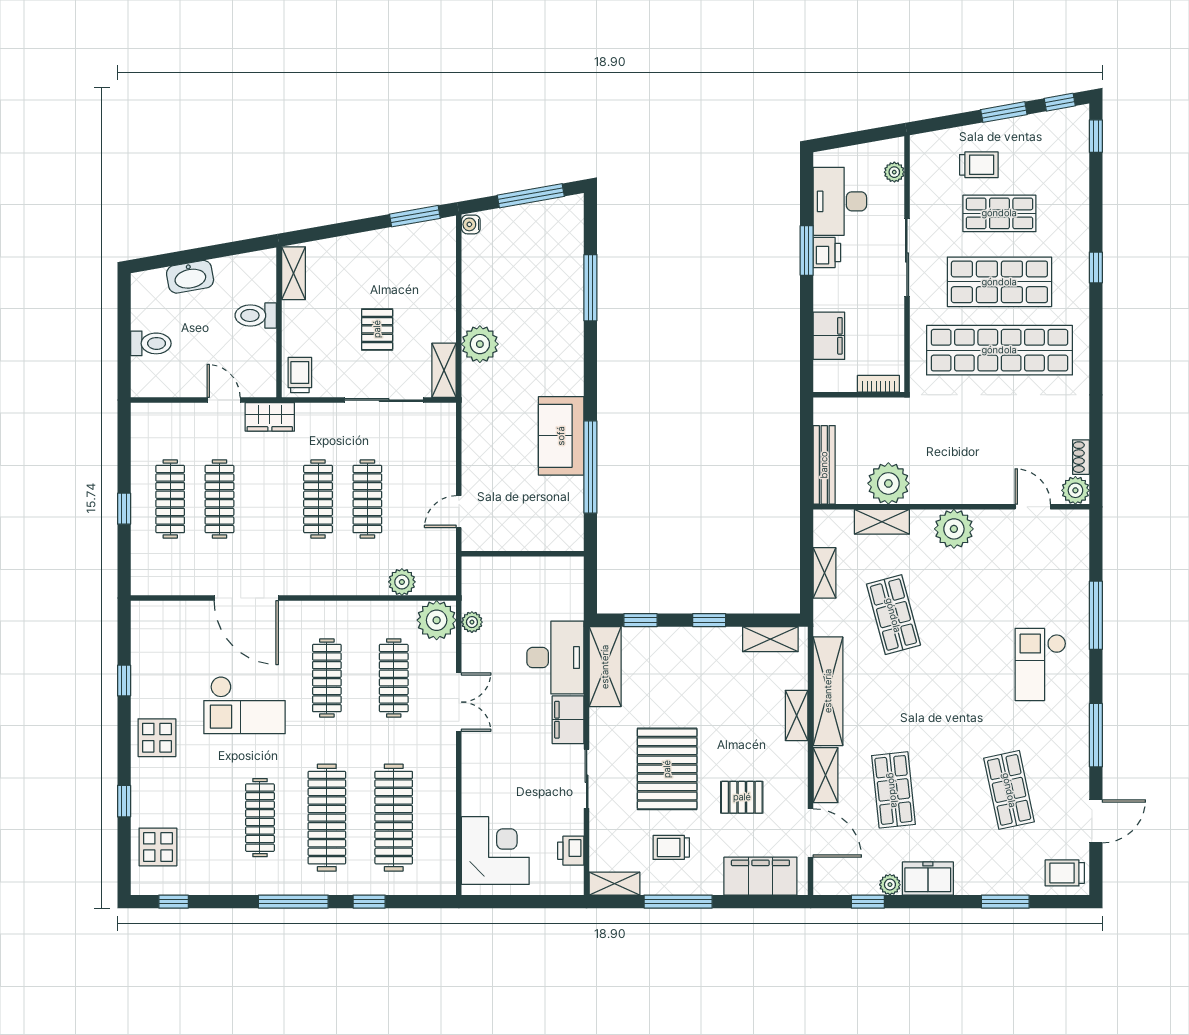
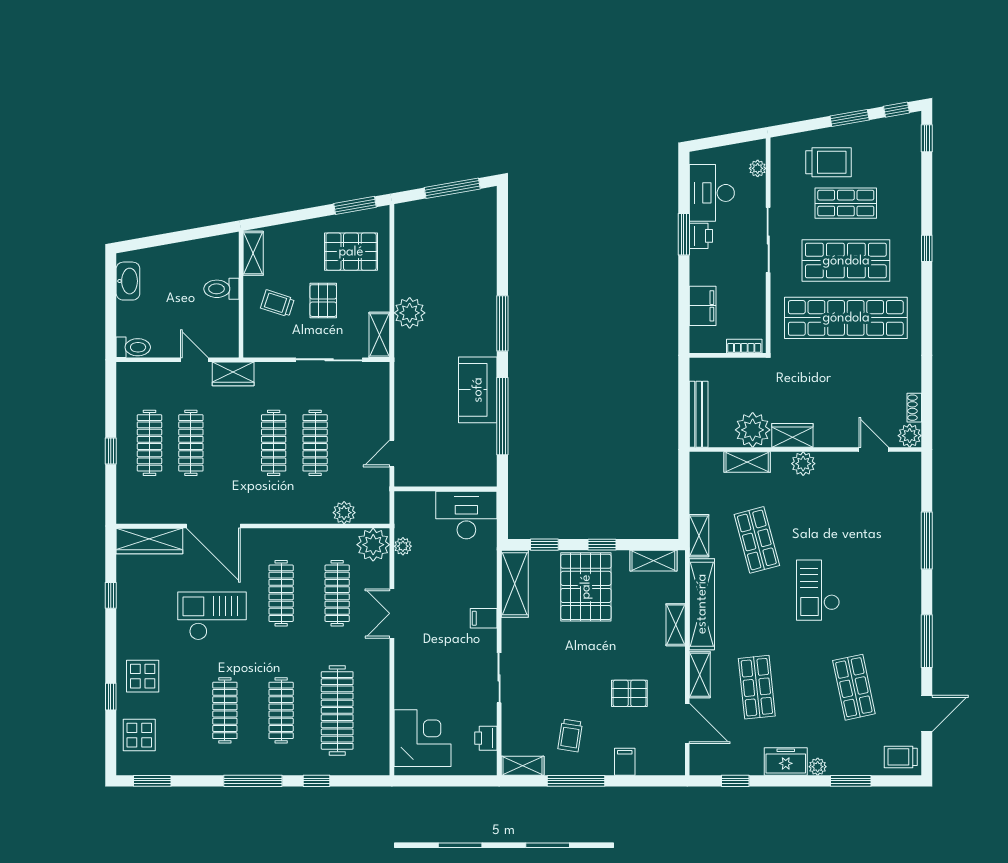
trolley: (979, 165) -> (829, 162), width x1.36, depth x1.39
water cooler: (471, 224) -> (402, 212), removed
pallet: (410, 271) -> (351, 252), added
washbasin: (190, 277) -> (128, 281), moved, turned -80
window: (590, 288) -> (502, 323), moved
toilet: (151, 343) -> (133, 347), moved
trolley: (300, 375) -> (277, 303), moved, turned -72
wardrobe: (936, 490) -> (792, 435), added
plant: (954, 529) -> (803, 464), width x0.73, depth x0.73
shelving: (825, 573) -> (699, 536), moved
wardrobe: (170, 616) -> (149, 541), added
desk: (555, 658) -> (466, 515), moved, turned -90
checkout: (1040, 665) -> (818, 590), moved
double door: (459, 702) -> (392, 613), swing flipped
checkout: (245, 705) -> (212, 616), turned 180
filing cabinet: (568, 720) -> (484, 618), width x0.50
display table: (157, 738) -> (143, 676), moved
pallet: (667, 769) -> (586, 587), moved
clothes rail: (327, 818) -> (281, 710), width x0.73, depth x0.76
trolley: (671, 847) -> (570, 735), turned -81
filing cabinet: (760, 876) -> (625, 762), width x0.33, depth x0.86
plant: (890, 885) -> (818, 767), moved
window: (174, 902) -> (152, 781), width x1.50

